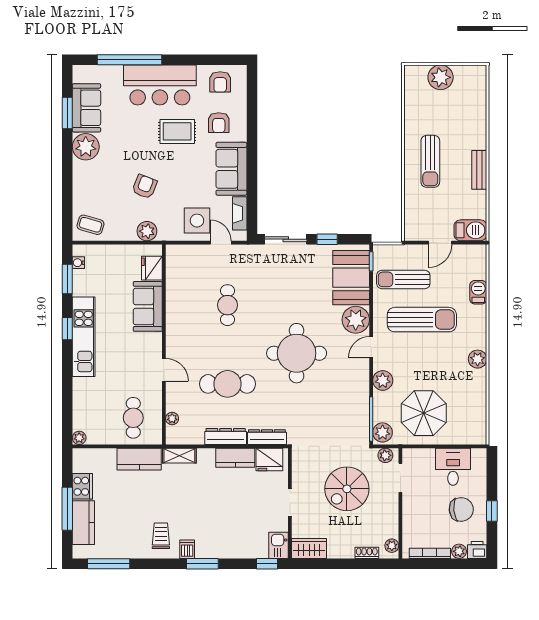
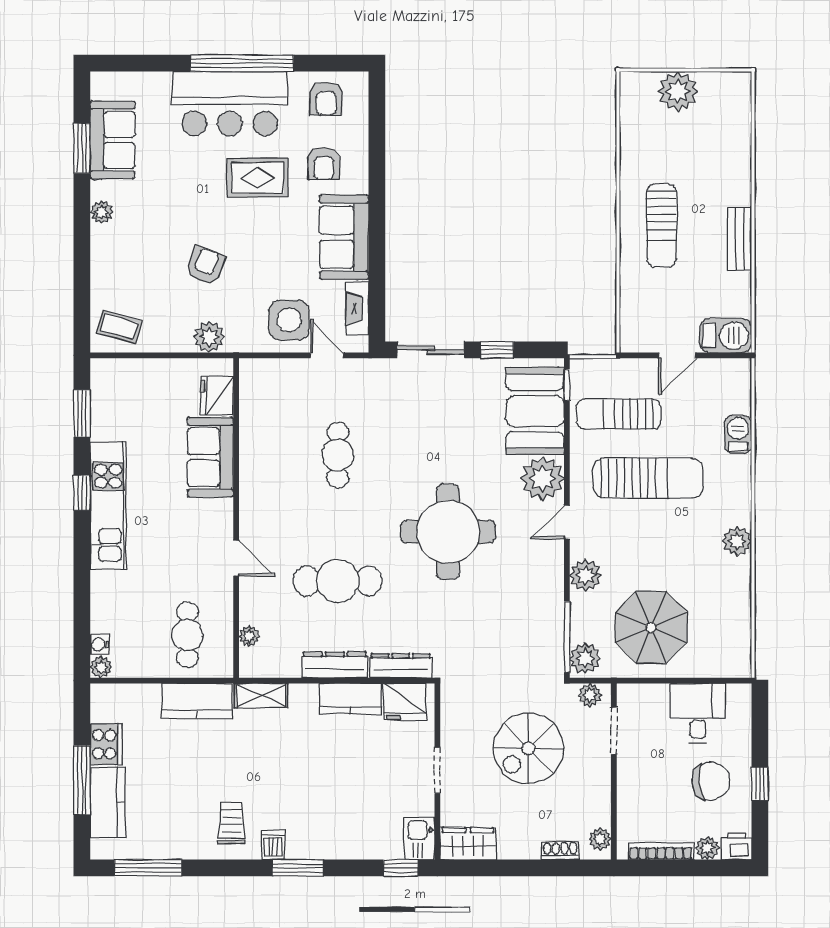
window: (130, 60) -> (242, 63), moved
plant: (86, 147) -> (101, 212), width x0.53, depth x0.53
water cooler: (78, 263) -> (100, 644), moved

